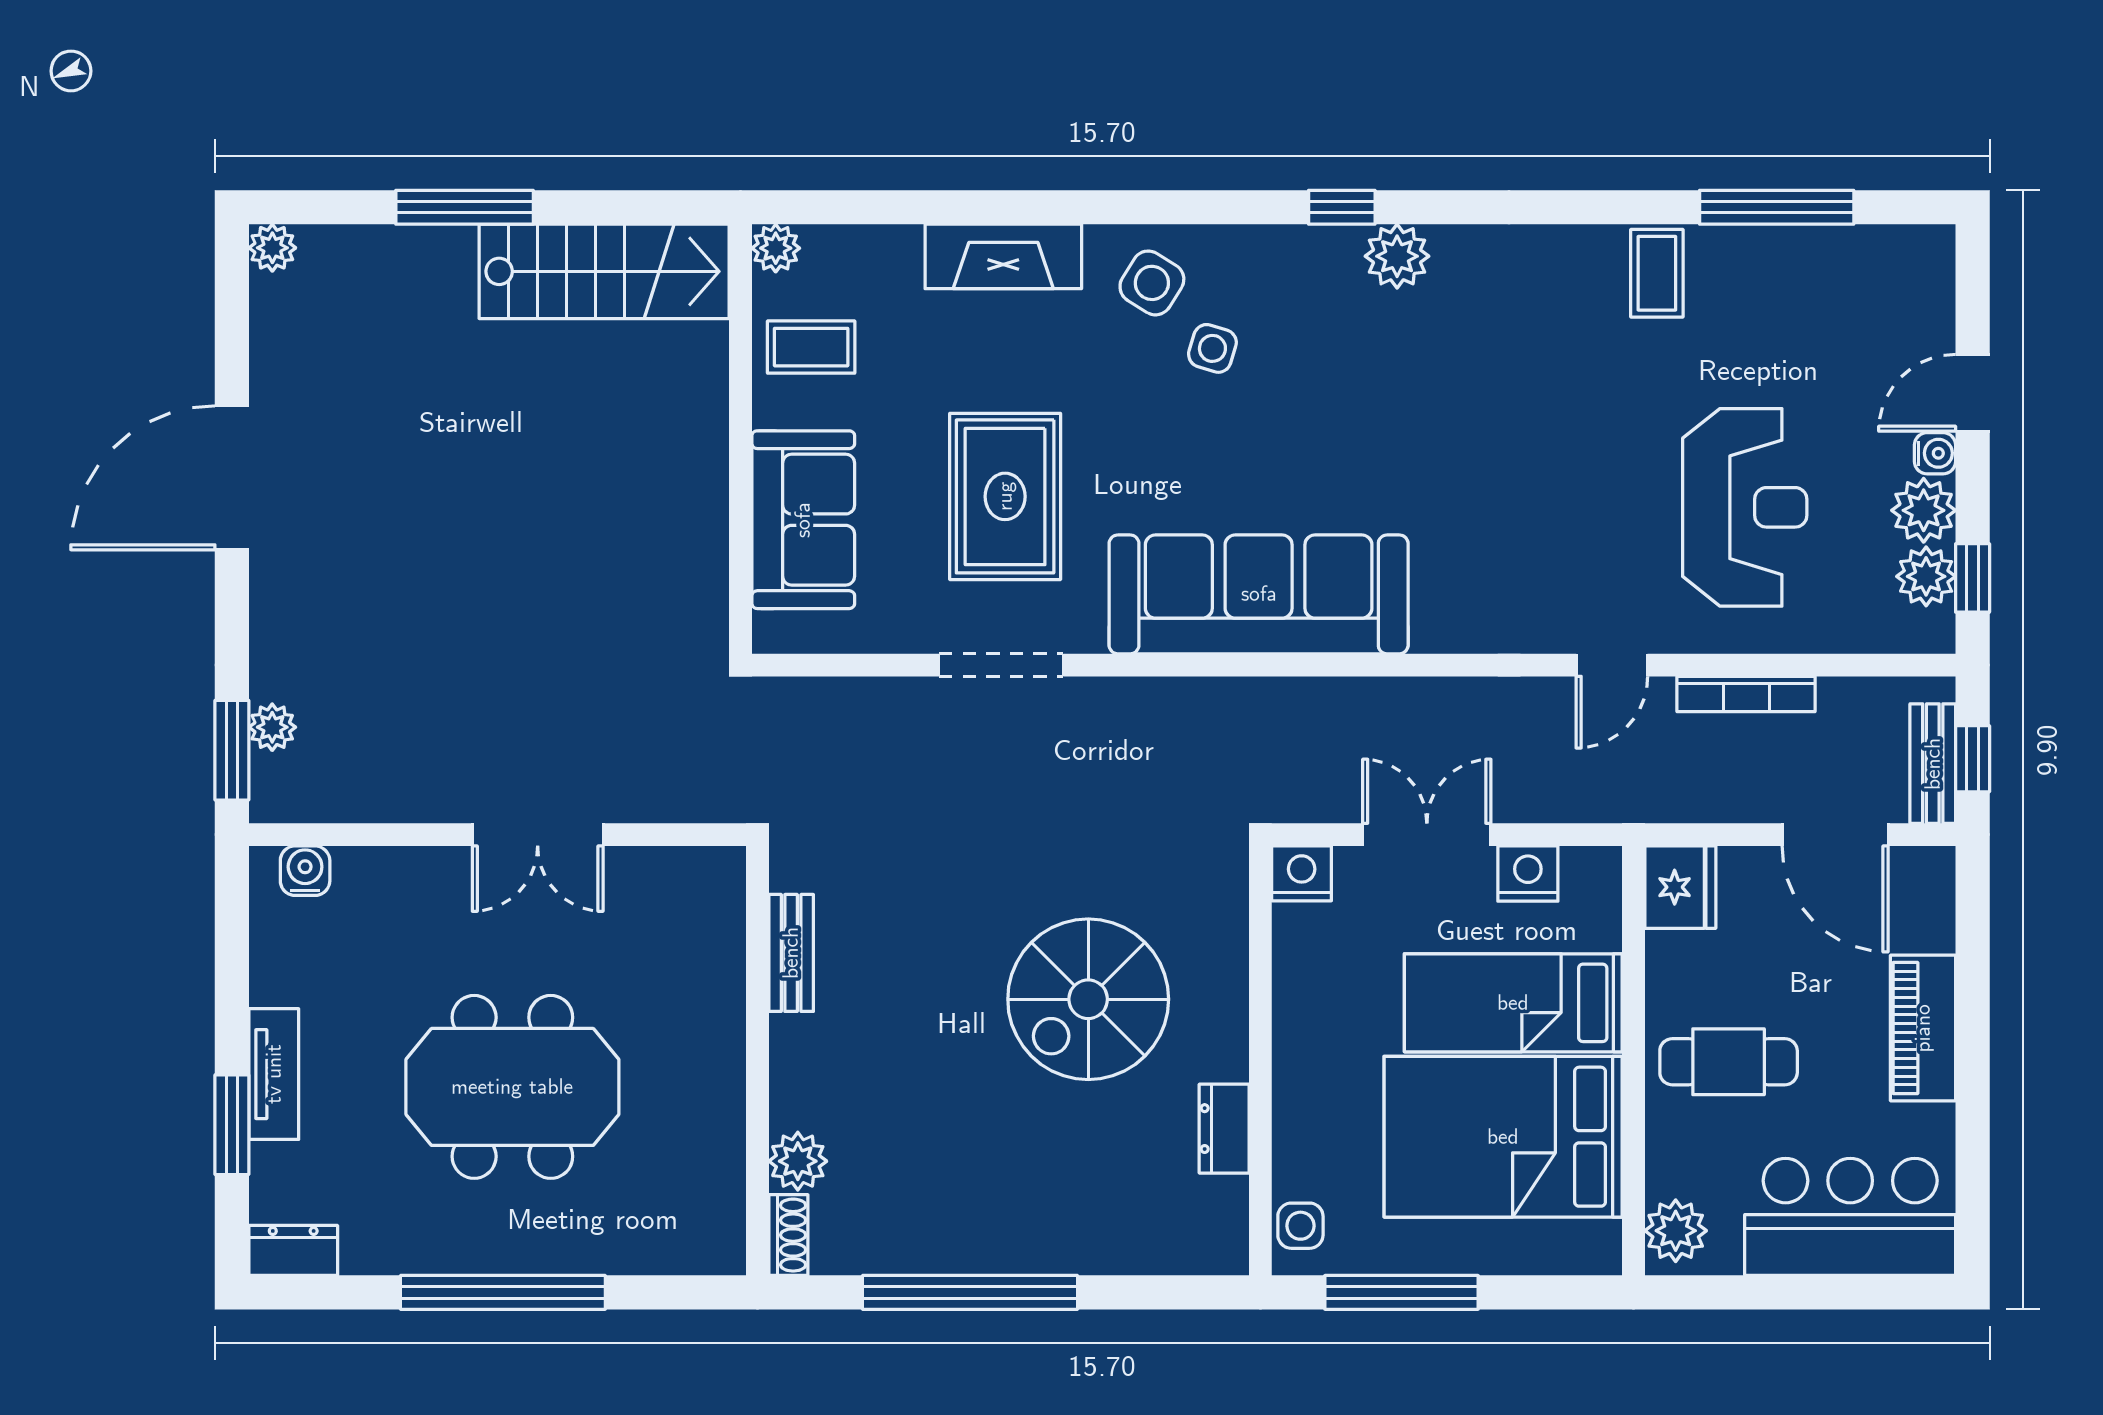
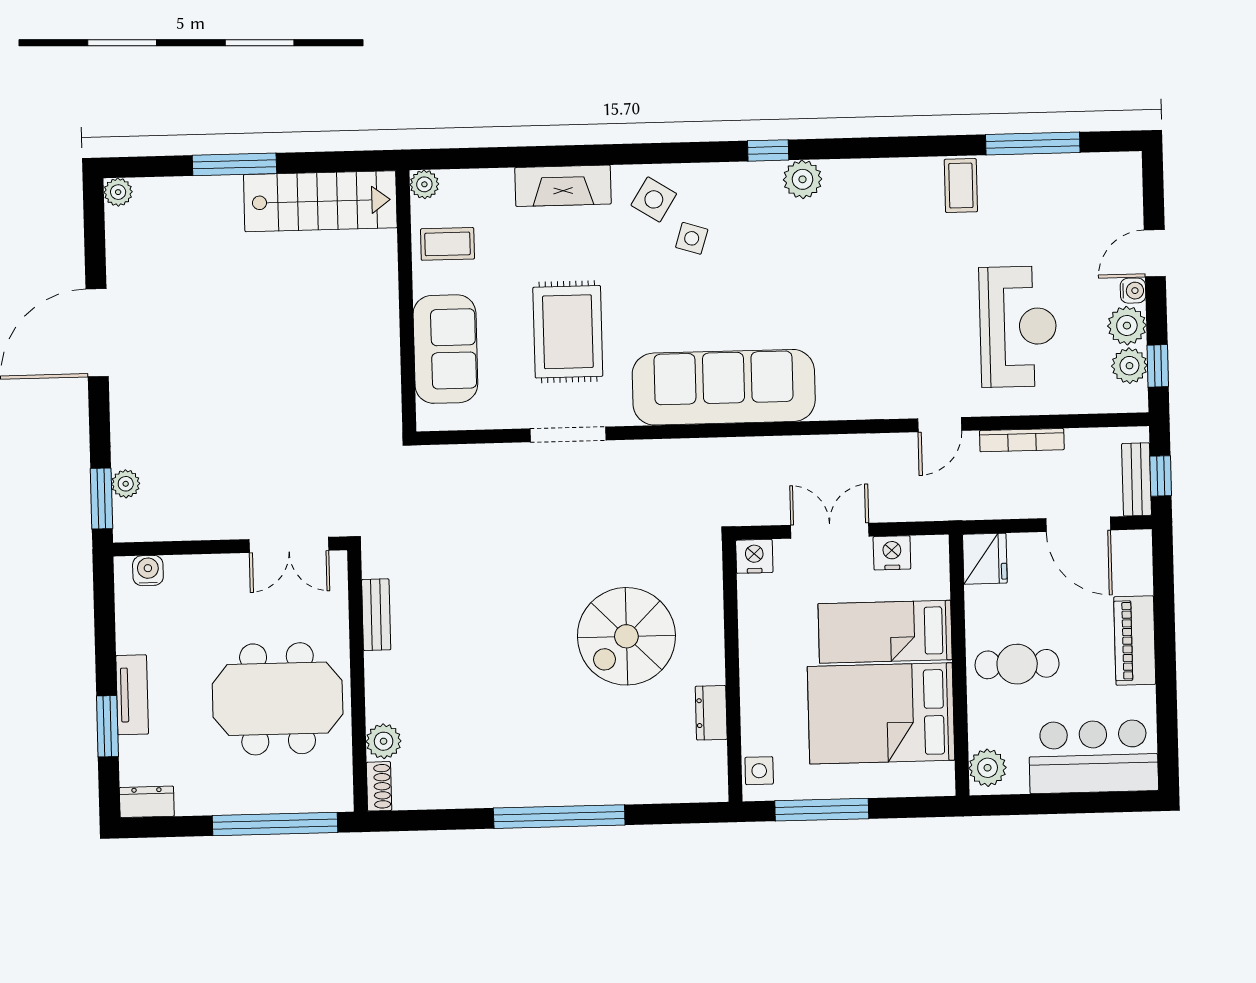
bench: (791, 953) -> (376, 615), moved
wall: (757, 1061) -> (357, 681), moved
plant: (798, 1161) -> (384, 741), moved
shoe rack: (788, 1235) -> (379, 786), moved

